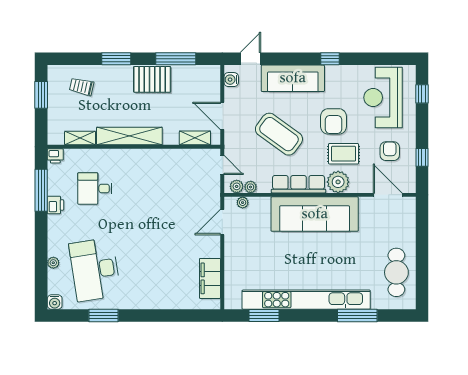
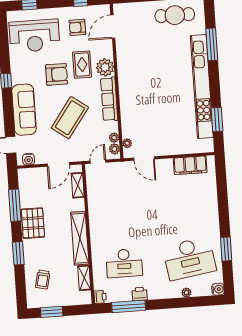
desk: (95, 188) -> (124, 263), width x1.37
sofa: (315, 214) -> (132, 84), removed

